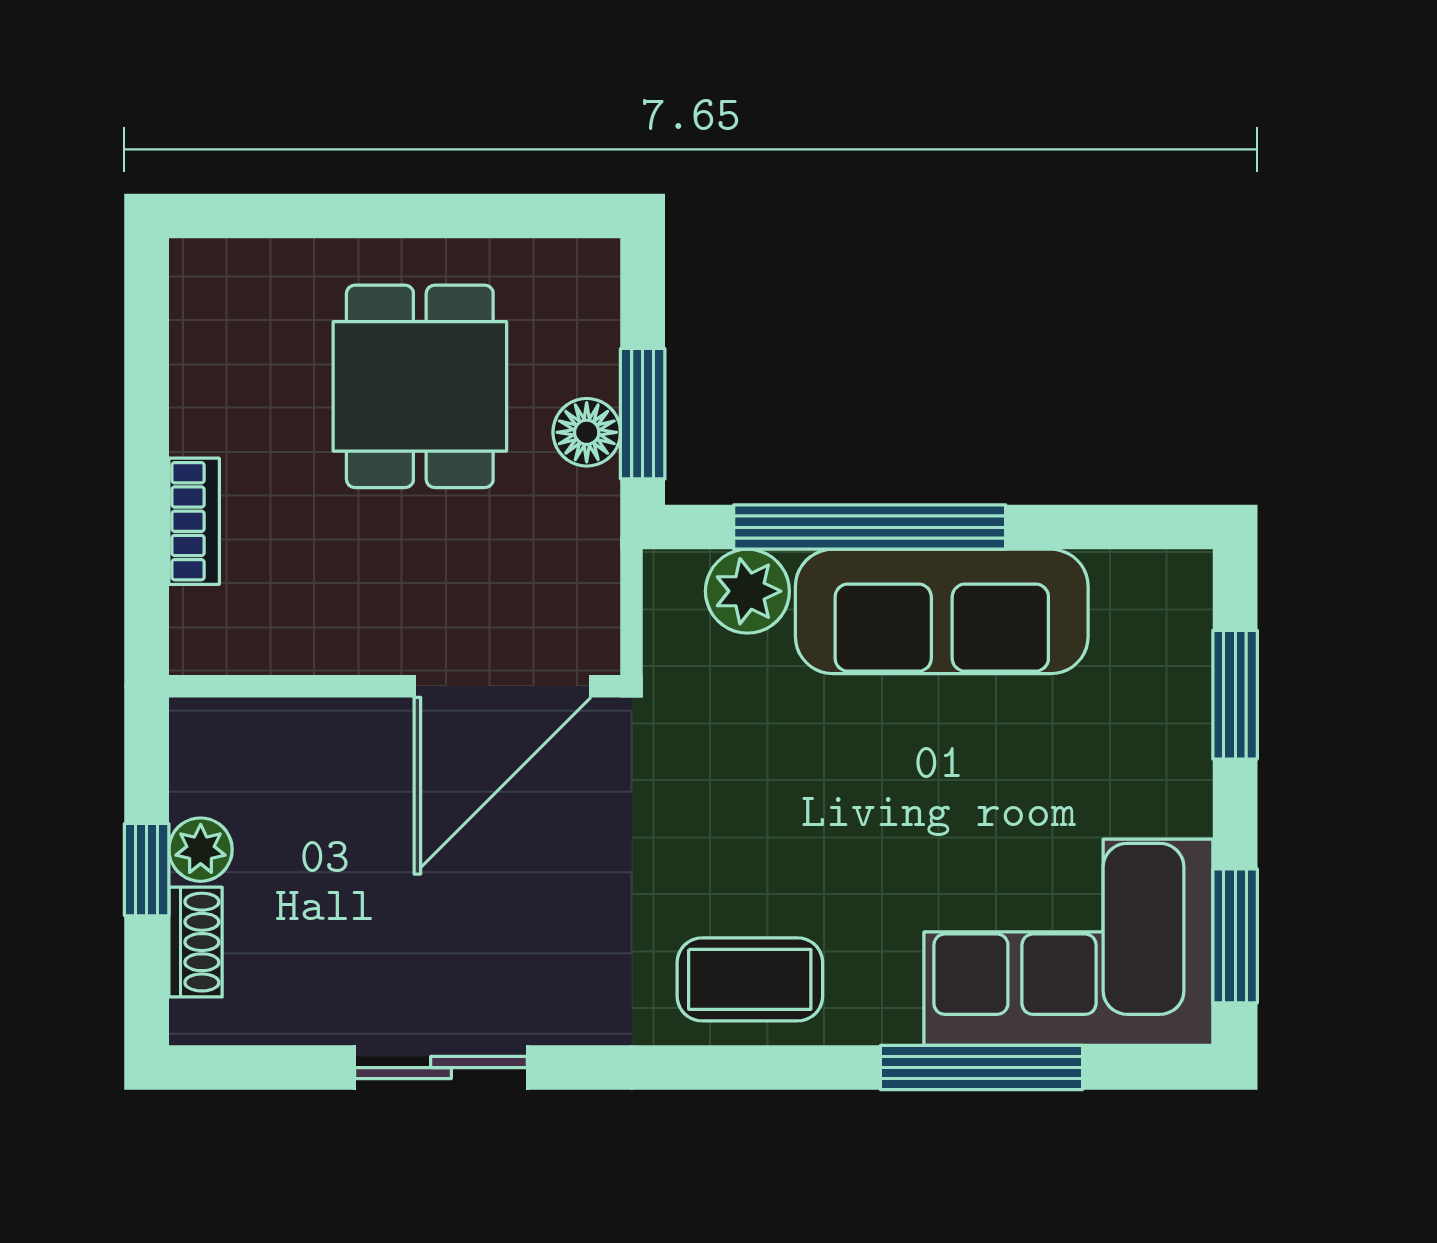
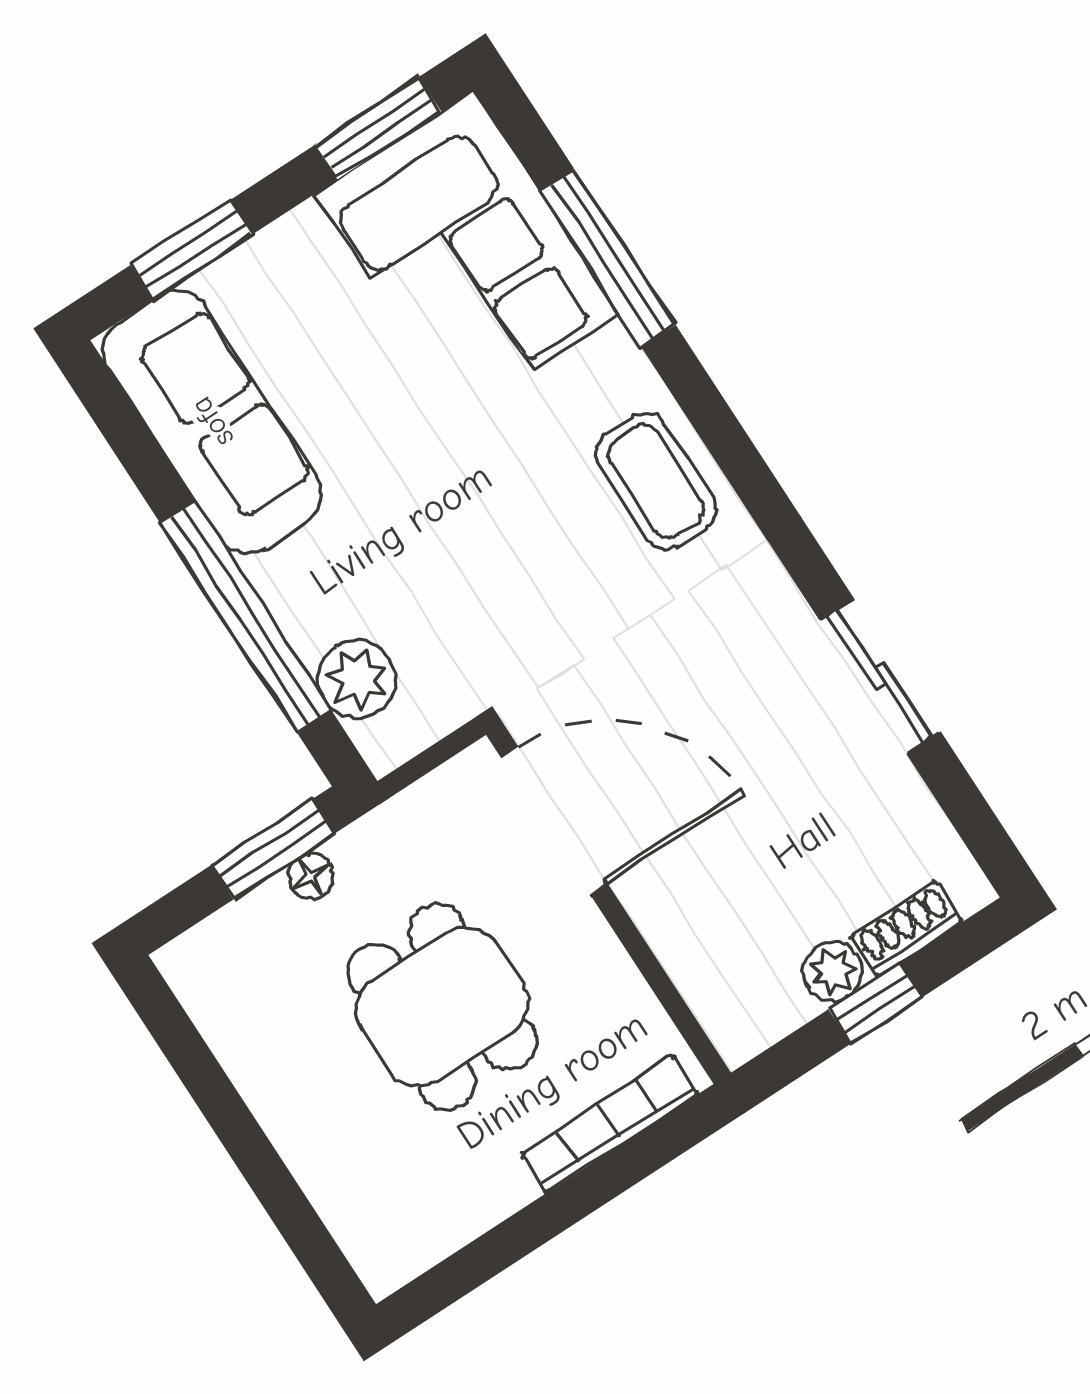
dining table: (420, 386) -> (442, 1007), moved, turned 90
floor lamp: (587, 432) -> (311, 876), width x0.73, depth x0.73
bookcase: (194, 521) -> (609, 1124), width x1.56
sofa: (942, 611) -> (212, 422), moved

